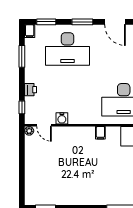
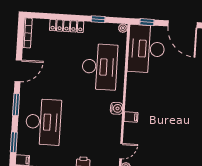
water cooler: (62, 118) -> (117, 108), moved
filing cabinet: (100, 133) -> (131, 117), moved

